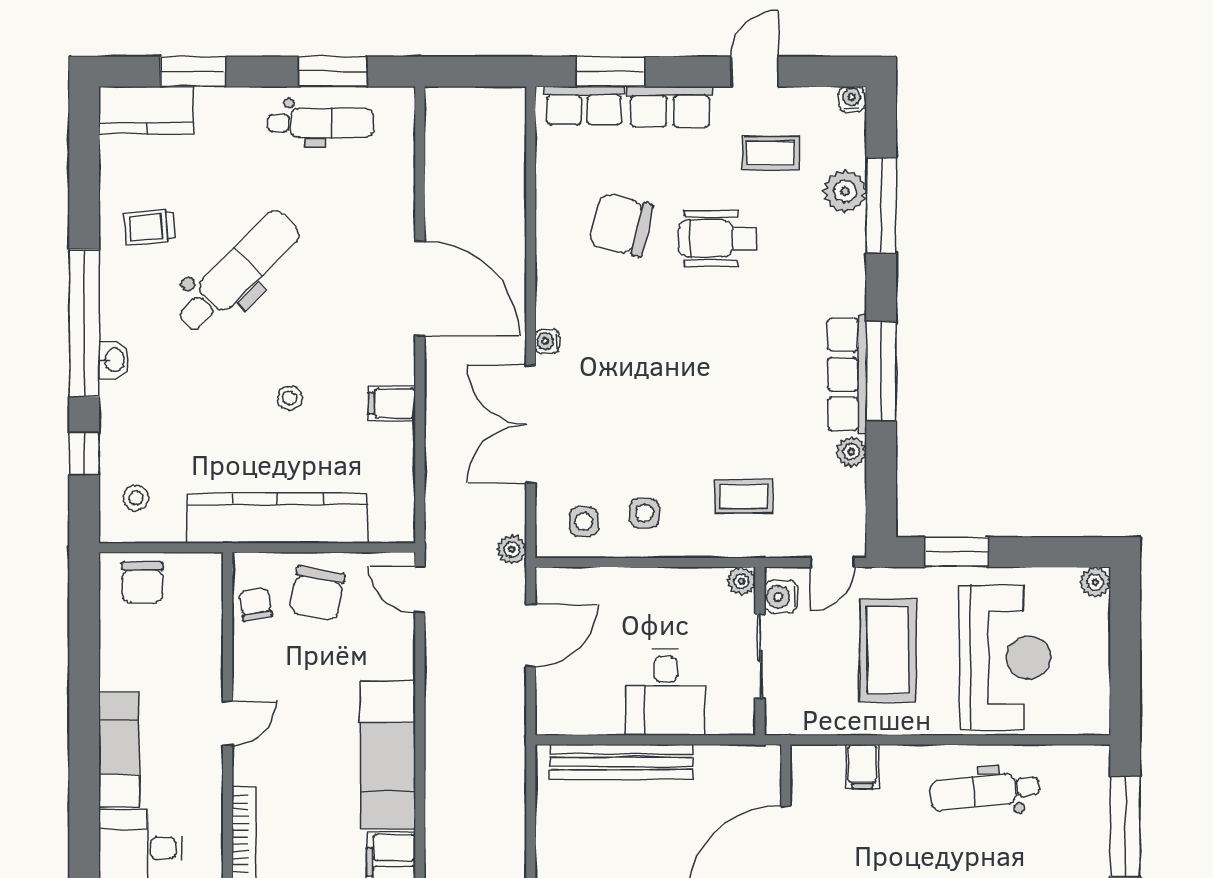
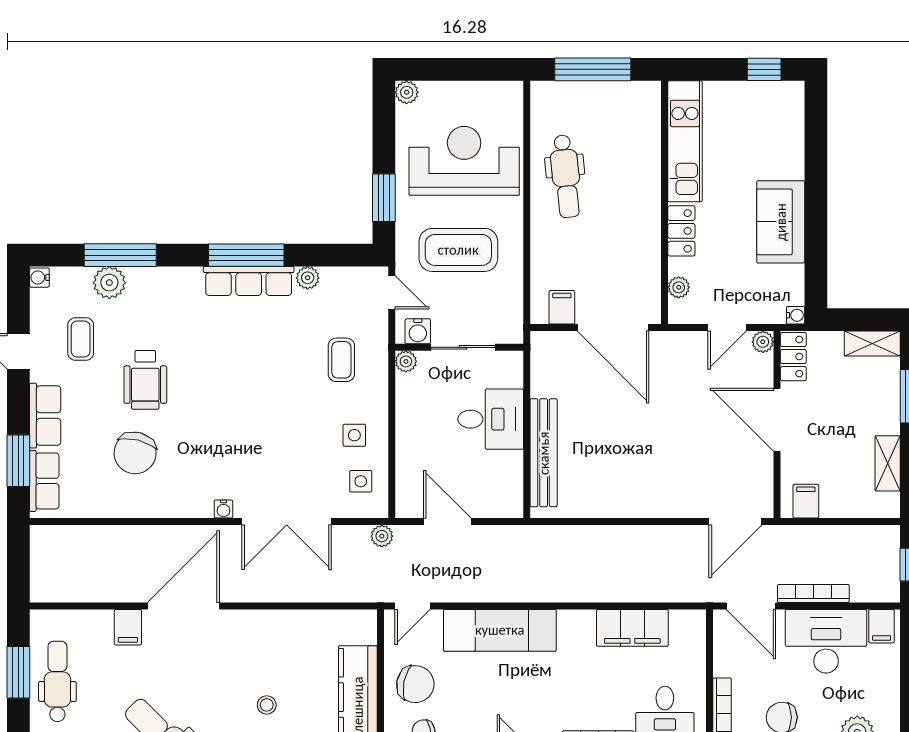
filing cabinet: (392, 403) -> (128, 627), moved
exam couch: (388, 755) -> (500, 630), moved
filing cabinet: (862, 767) -> (562, 307), moved, turned -90

